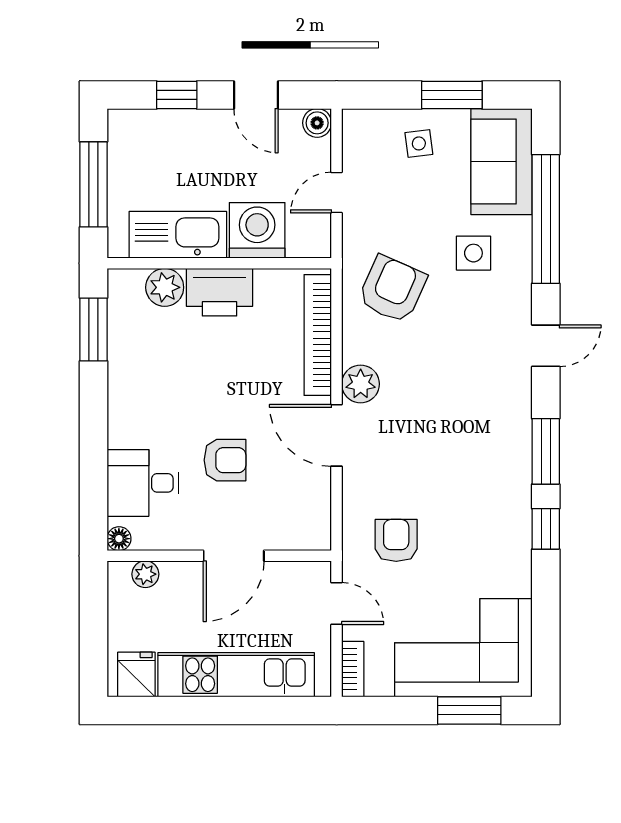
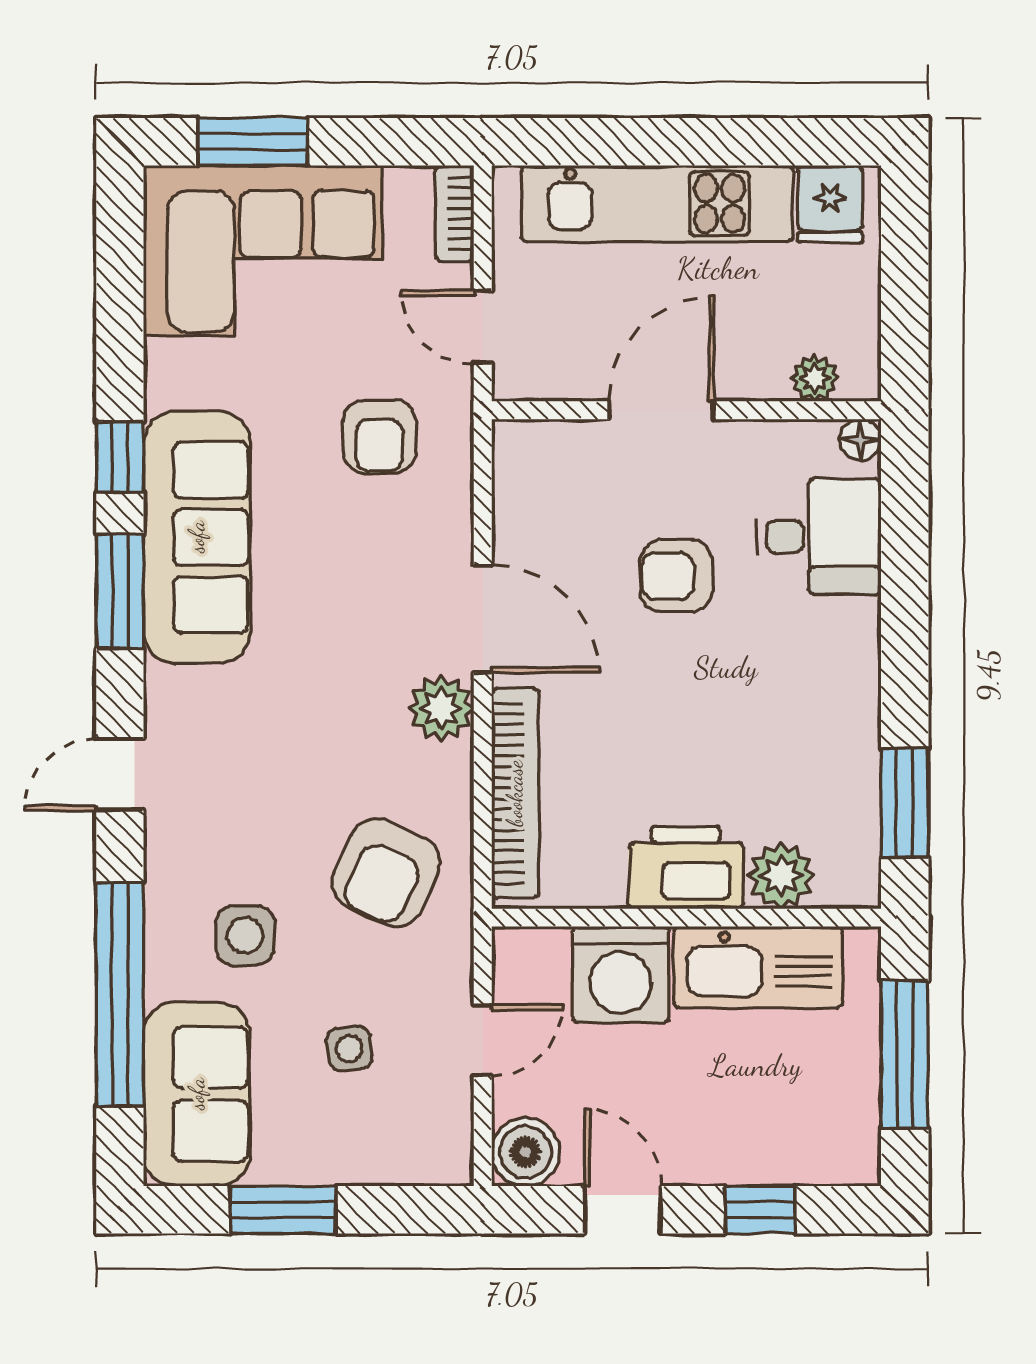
boiler: (317, 123) -> (526, 1152), width x1.36, depth x1.36
side table: (419, 143) -> (349, 1049), moved
sofa: (501, 482) -> (197, 537), added

